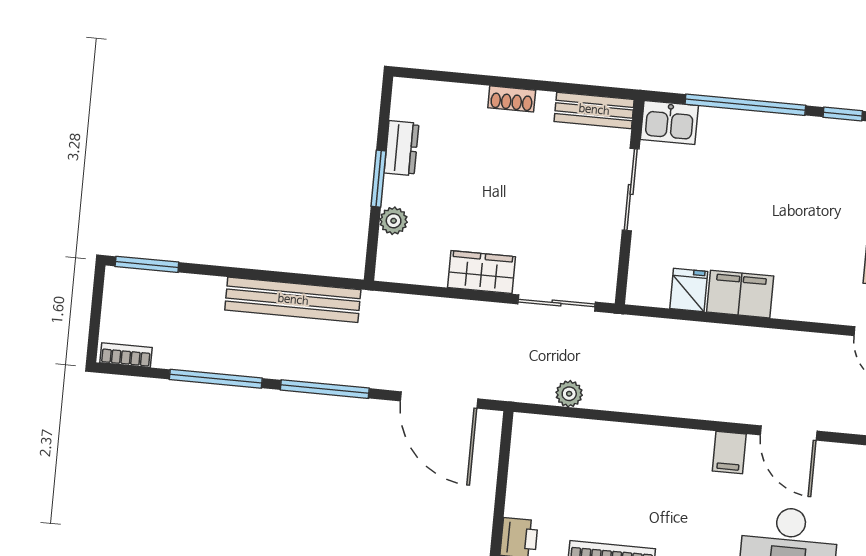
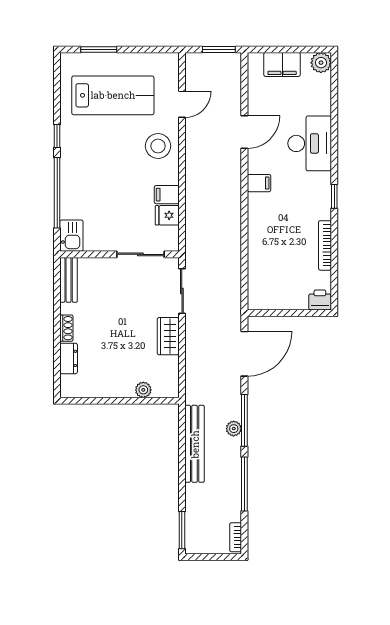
dresser: (401, 148) -> (69, 358), moved, turned 90
window: (379, 179) -> (120, 401), removed
sliding door: (631, 189) -> (140, 254), moved
stool: (809, 285) -> (158, 146), added
filing cabinet: (740, 294) -> (167, 195), width x0.50
plant: (569, 394) -> (234, 429), moved
door: (789, 433) -> (244, 132), moved

